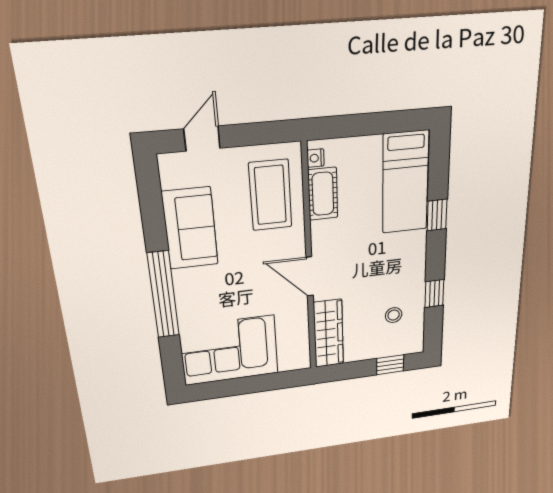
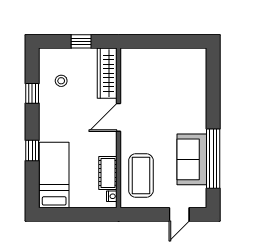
door: (310, 276) -> (119, 117), swing flipped
window: (163, 295) -> (213, 159), moved
corner sofa: (229, 350) -> (175, 70), removed
window: (390, 365) -> (81, 41), moved

